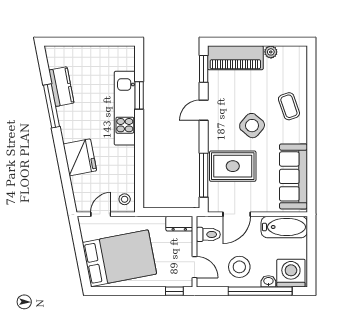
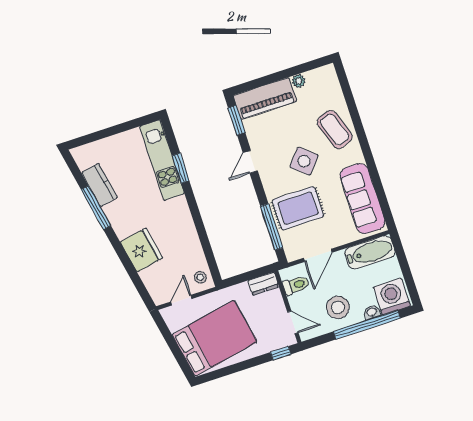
coffee table: (289, 106) -> (335, 130), width x1.36, depth x1.30
kitchen unit: (125, 108) -> (162, 160), moved

